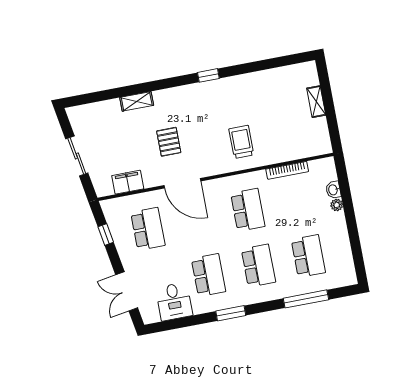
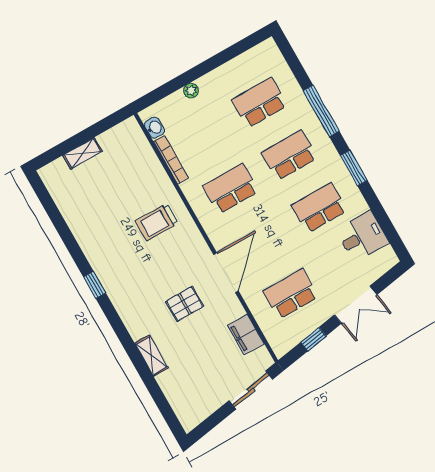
sliding door: (77, 156) -> (251, 390), moved
washbasin: (333, 190) -> (154, 128), moved, turned -90
double door: (127, 291) -> (356, 305), moved
window: (306, 299) -> (321, 111), moved

